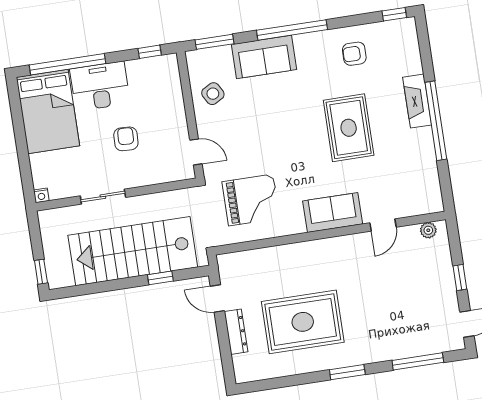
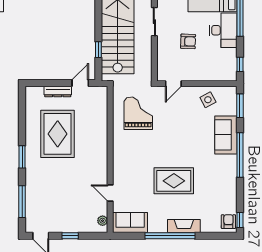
armchair: (354, 54) -> (228, 222), moved
grand piano: (251, 200) -> (138, 113), turned 180
sofa: (333, 213) -> (130, 223), moved, turned -90

